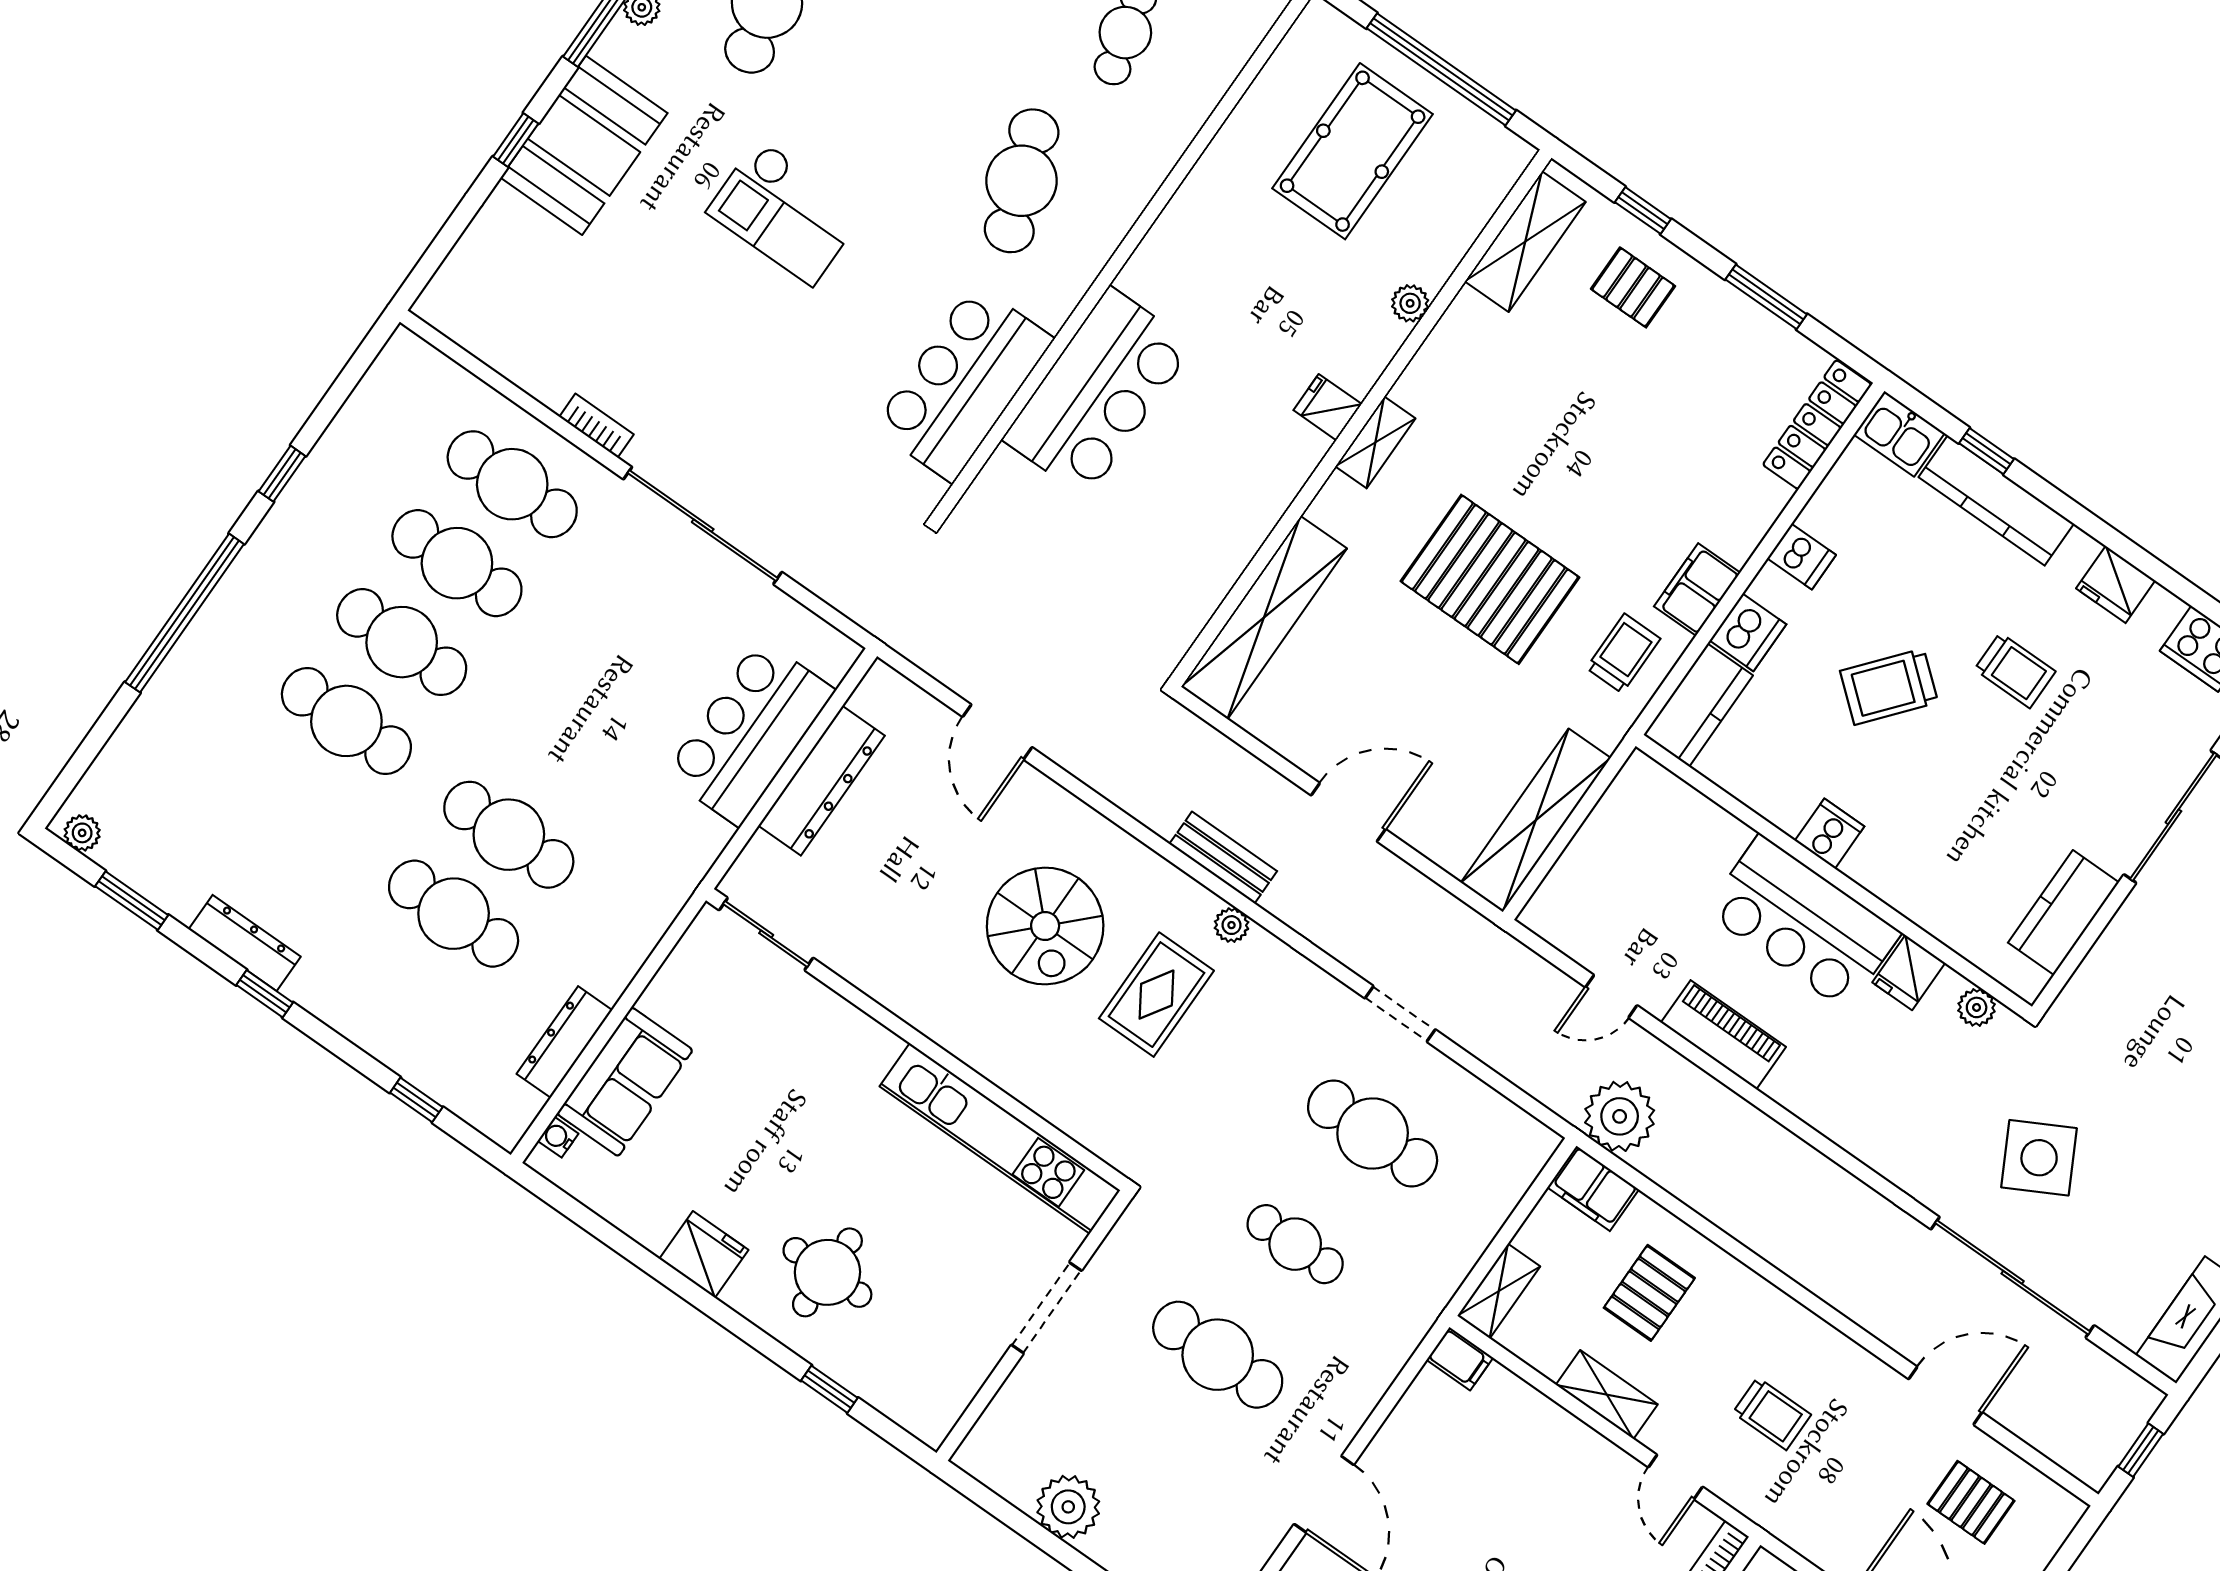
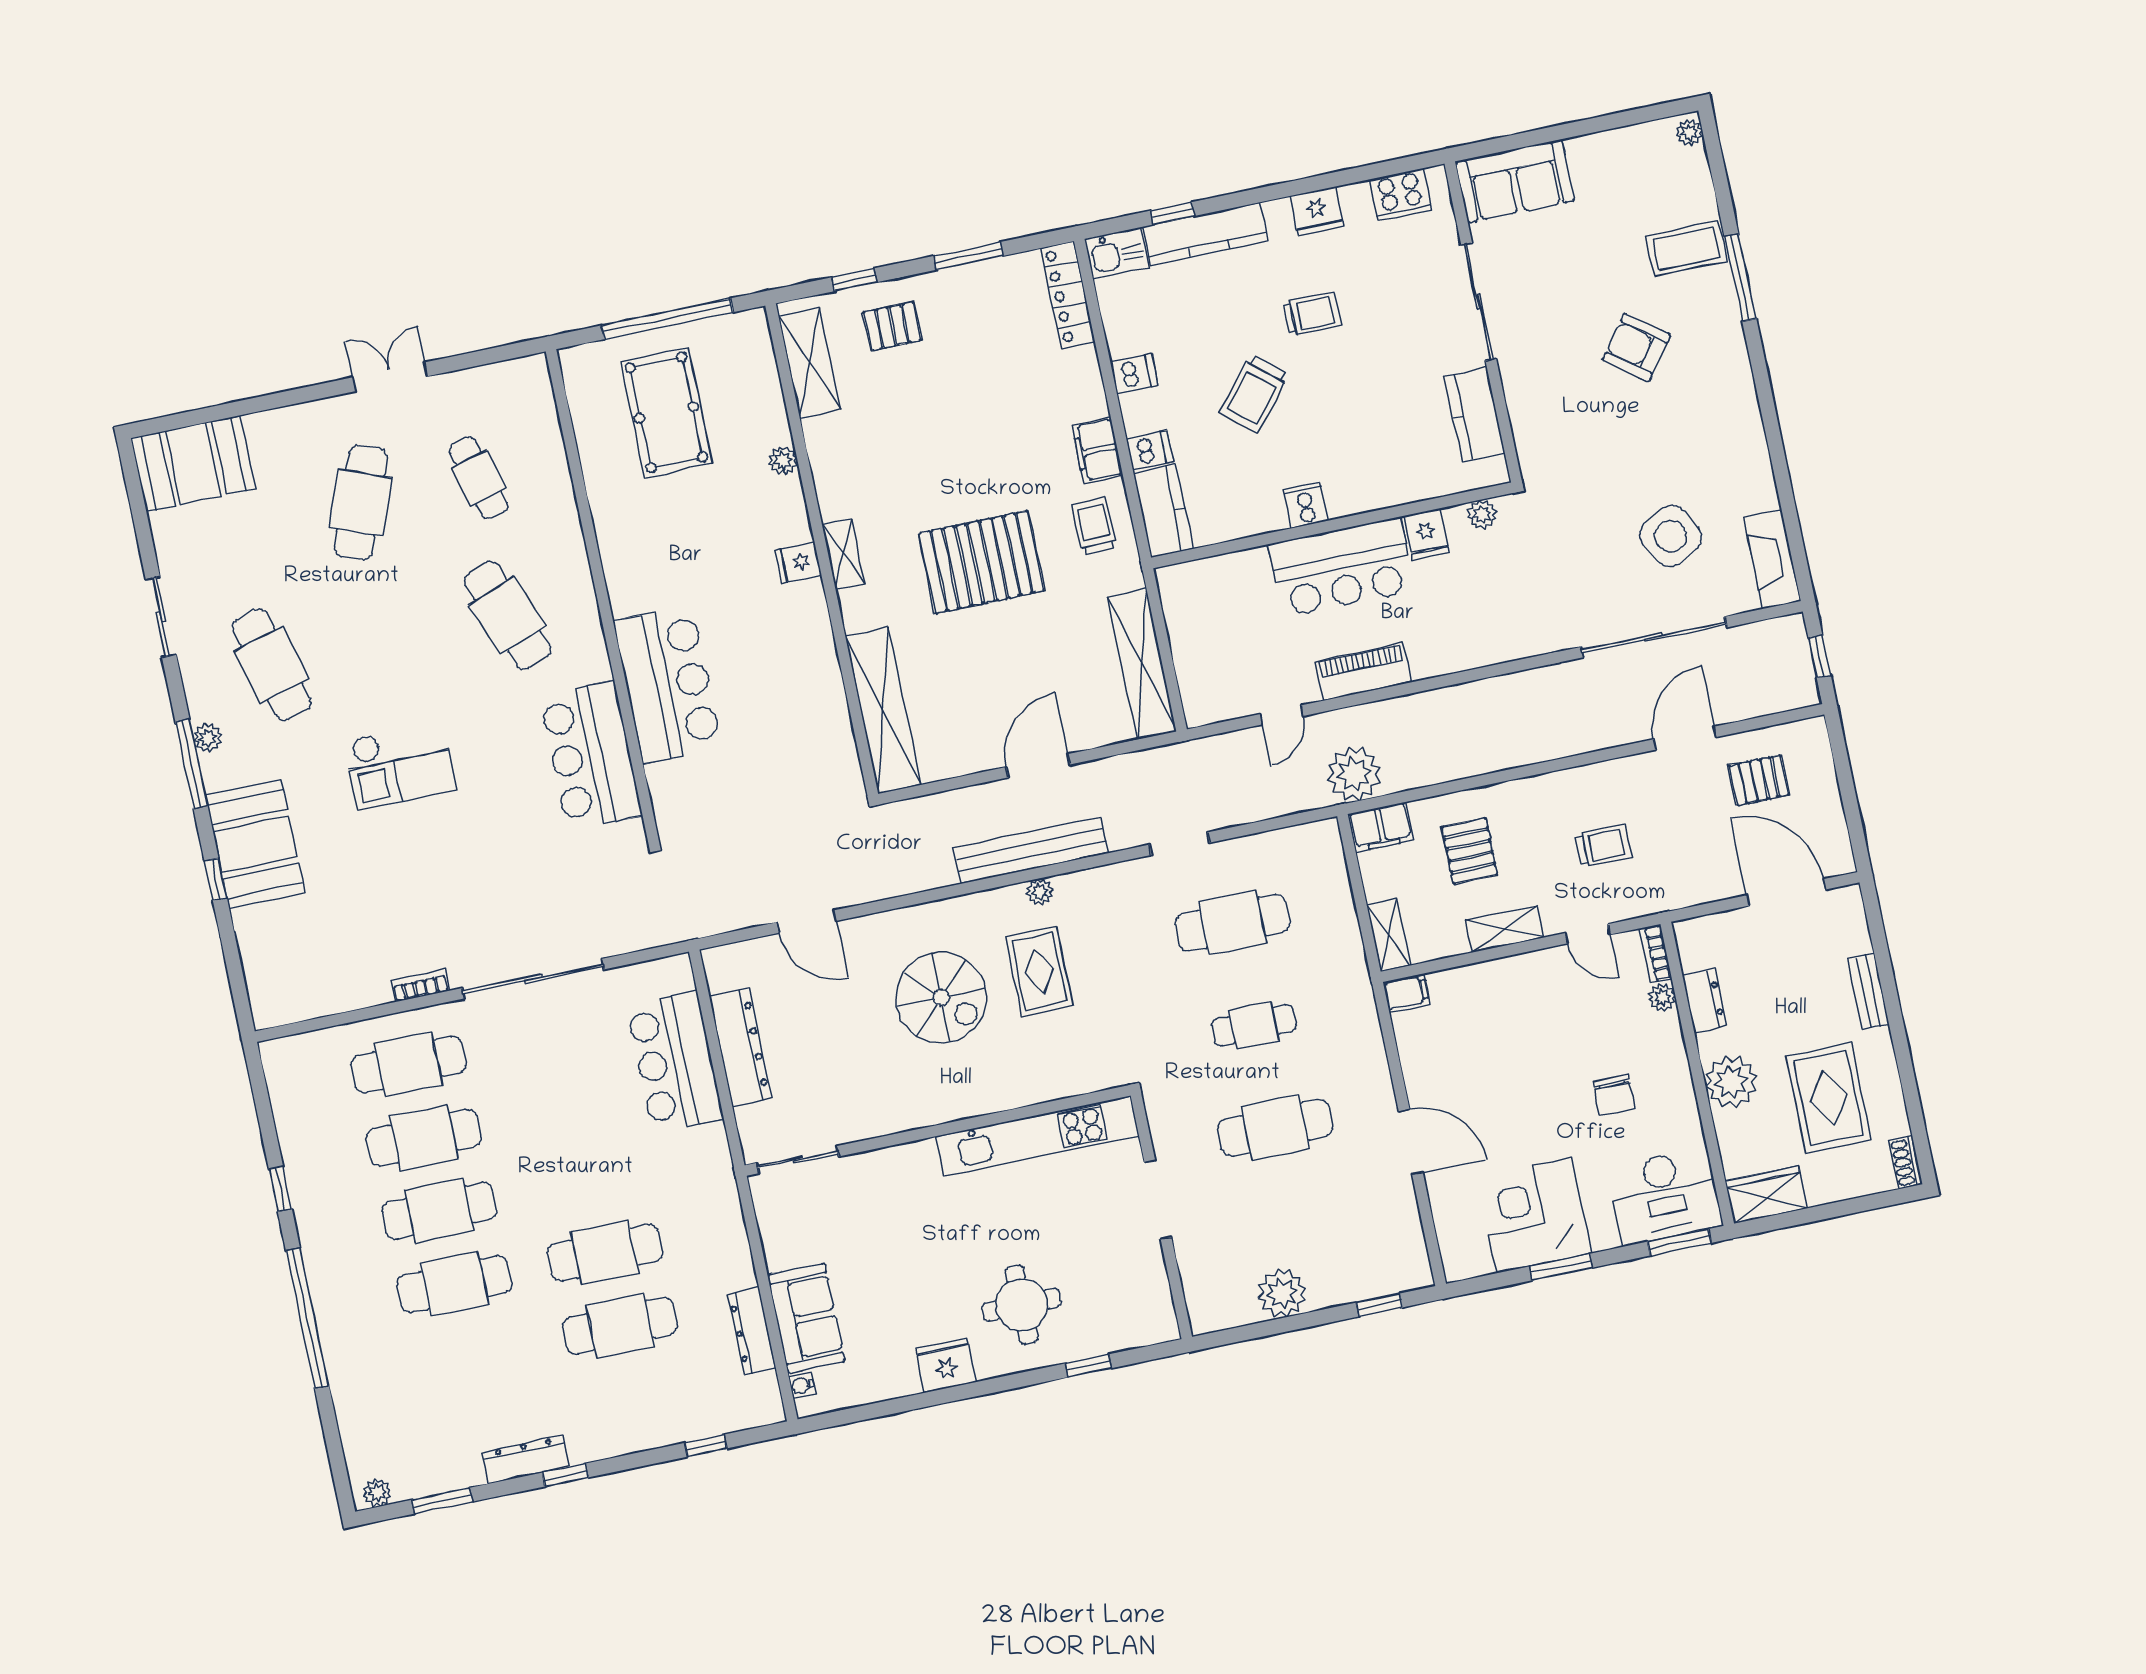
dishwasher: (1748, 632) -> (1150, 450), width x0.73
bench: (1223, 858) -> (1031, 850), width x1.86, depth x1.21
side table: (2039, 1158) -> (1671, 536), moved

